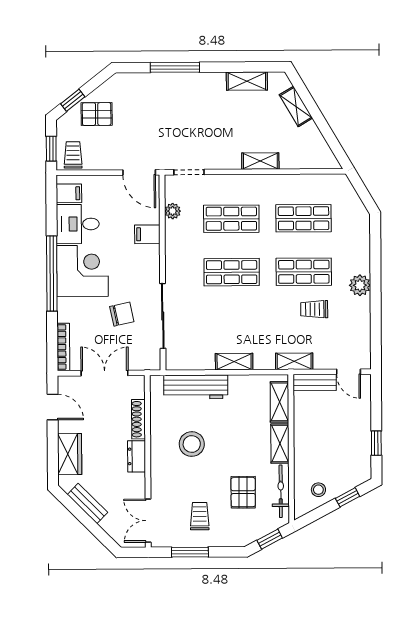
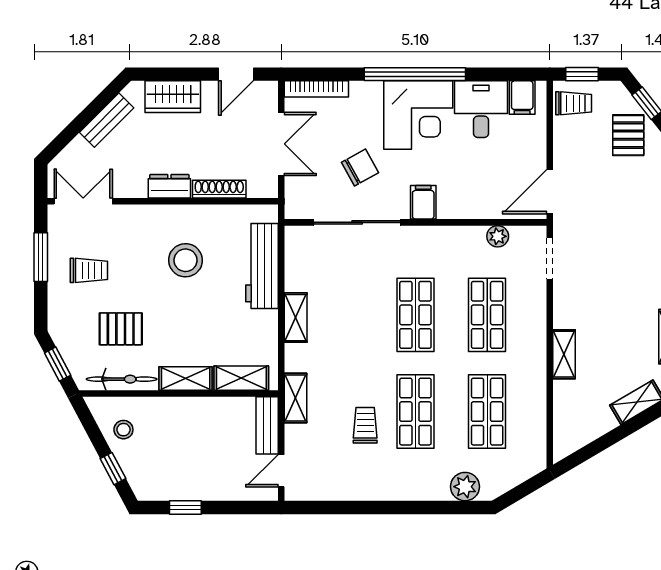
filing cabinet: (147, 234) -> (423, 202), moved
plant: (360, 285) -> (465, 487), moved
chair: (122, 314) -> (360, 168), turned -107

